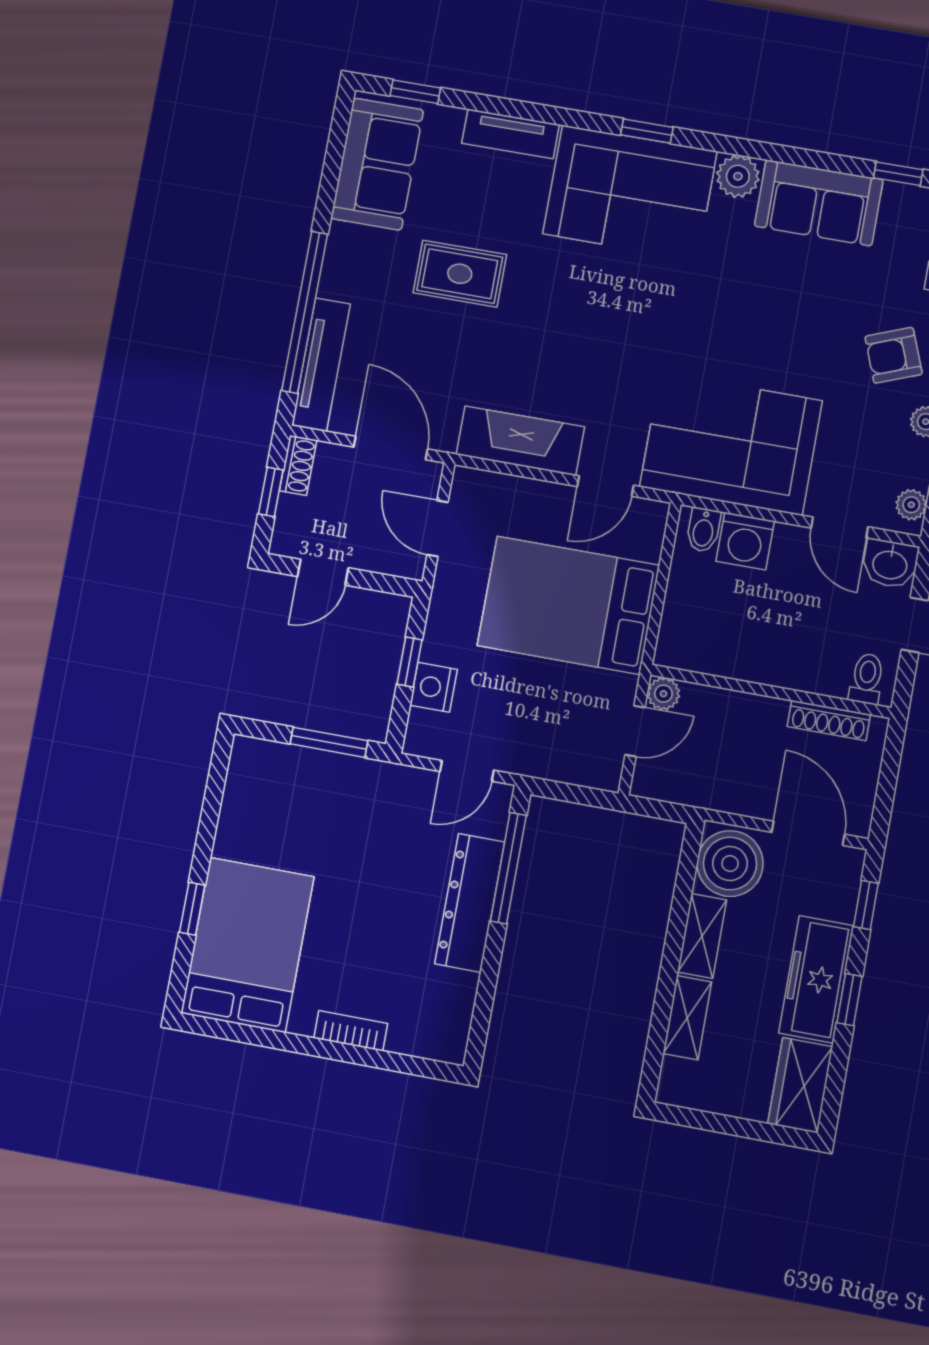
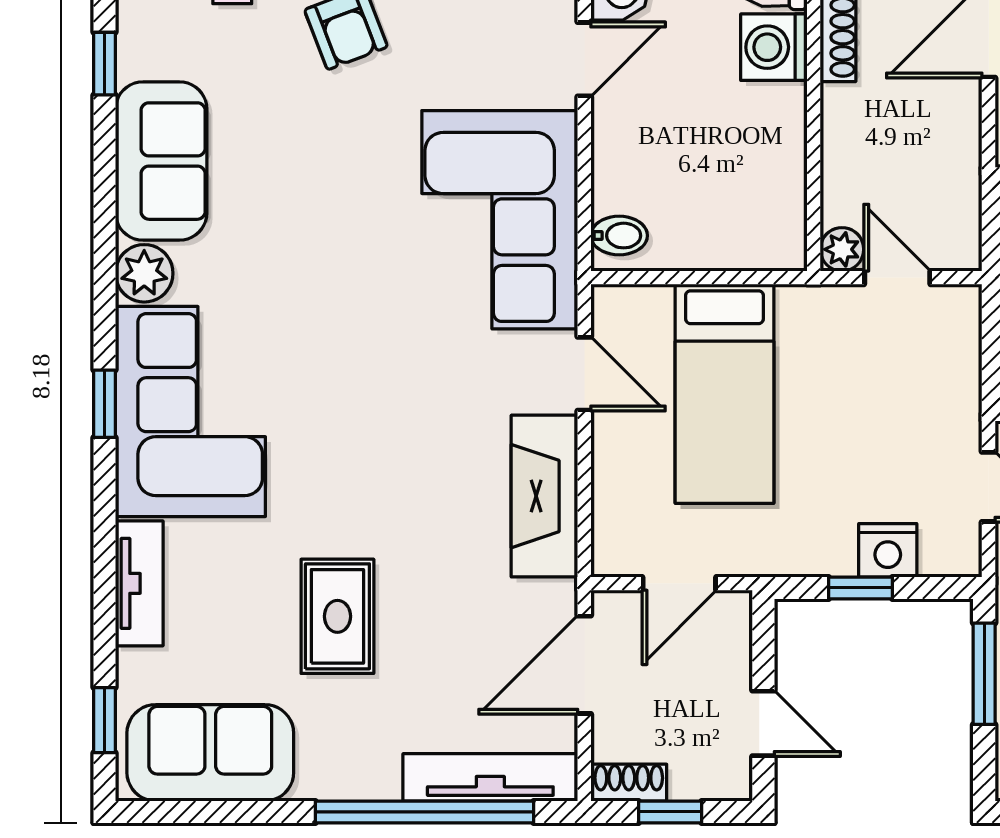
washing machine: (745, 541) -> (774, 47), moved, turned 180
bed: (568, 605) -> (724, 394), width x0.67

